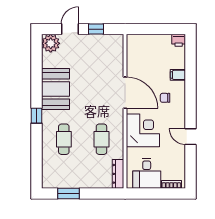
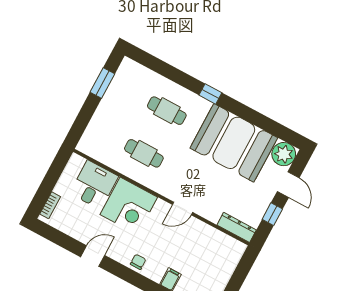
booth: (55, 89) -> (234, 143), width x1.36, depth x1.42
door: (125, 93) -> (183, 208), width x0.53
chair: (165, 98) -> (138, 262), moved
desk: (147, 173) -> (94, 185), moved, turned 90
dresser: (118, 174) -> (237, 227), moved

